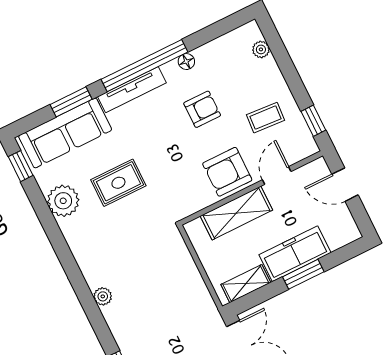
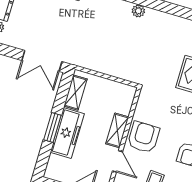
shelving: (236, 213) -> (117, 130), width x0.67, depth x0.75

